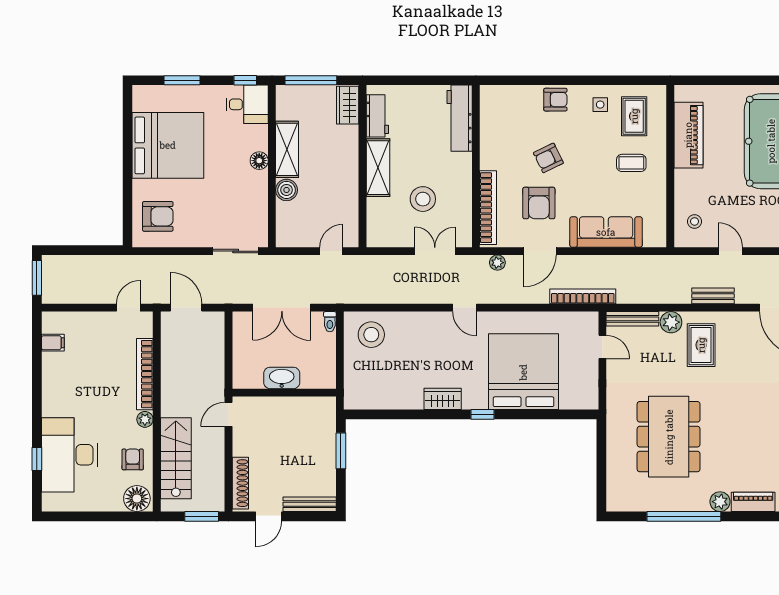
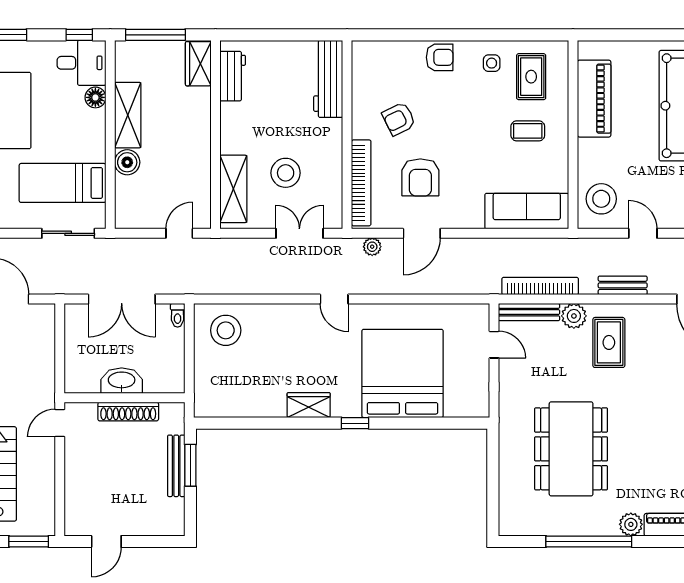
armchair: (548, 158) -> (399, 119), moved
floor lamp: (259, 161) -> (95, 97), moved
shelving: (378, 168) -> (233, 189), moved
bed: (231, 208) -> (63, 183), added
stool: (695, 221) -> (601, 199), width x1.89, depth x1.89
sofa: (606, 232) -> (527, 211), moved
bookcase: (583, 296) -> (540, 286), moved
shoe rack: (240, 483) -> (128, 412), moved, turned 90
bench: (310, 504) -> (176, 466), moved, turned 90

